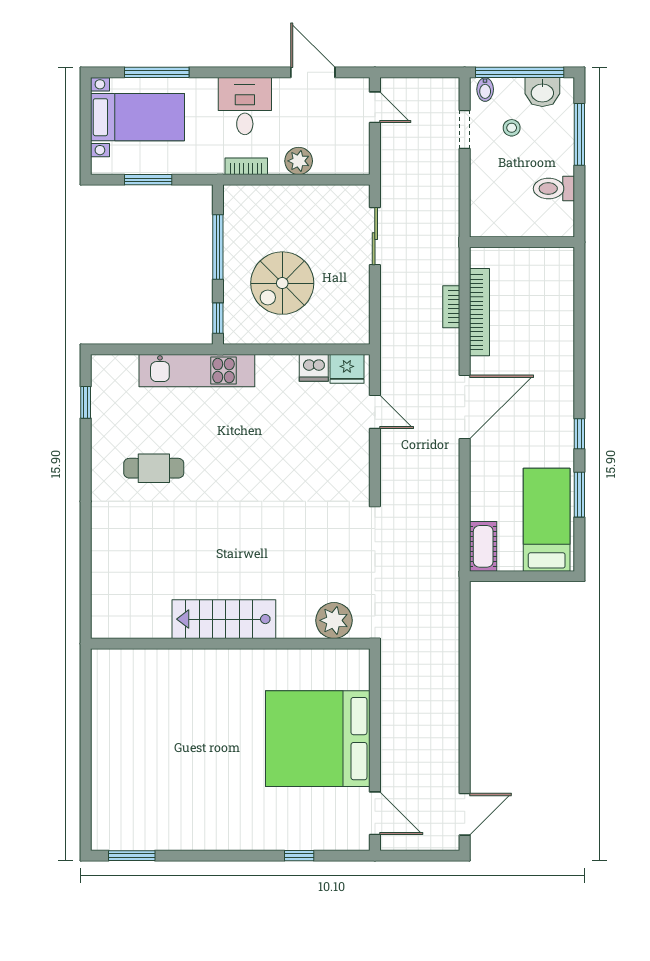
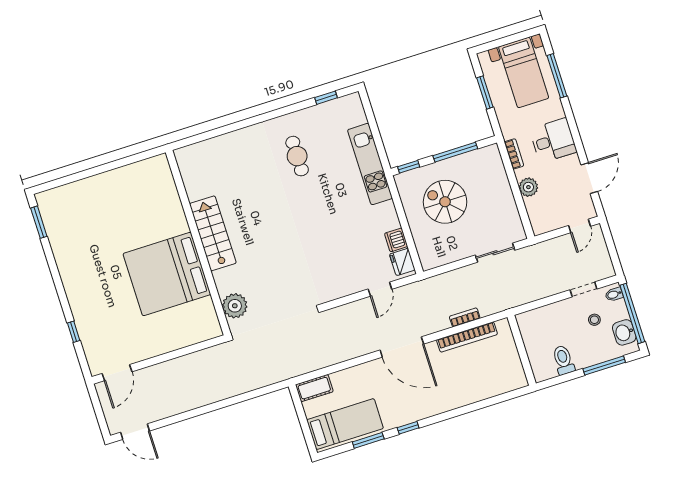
bed: (318, 739) -> (167, 274), moved, turned -90

